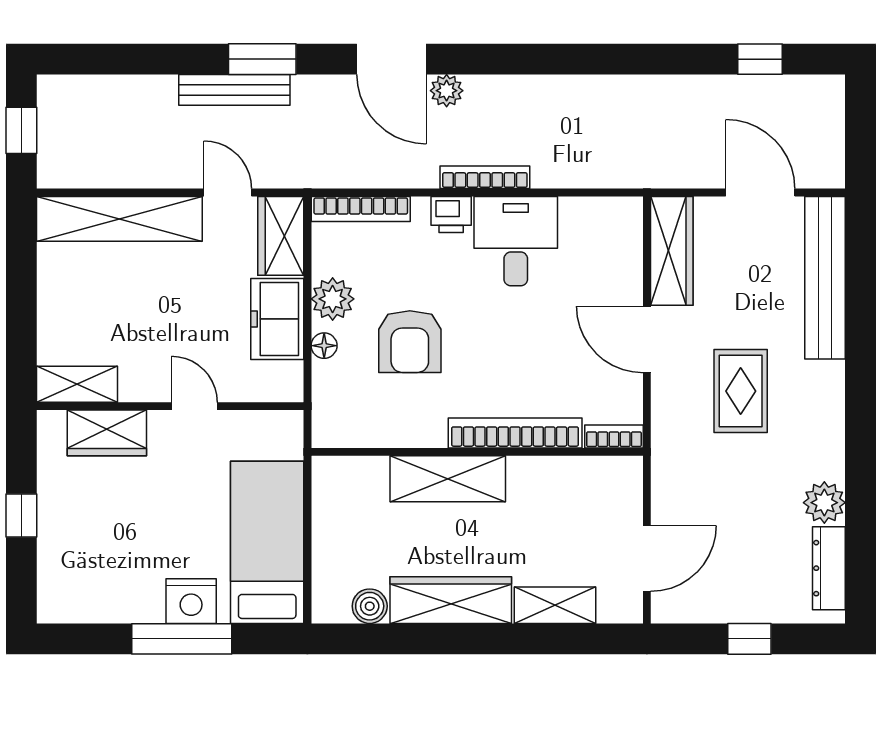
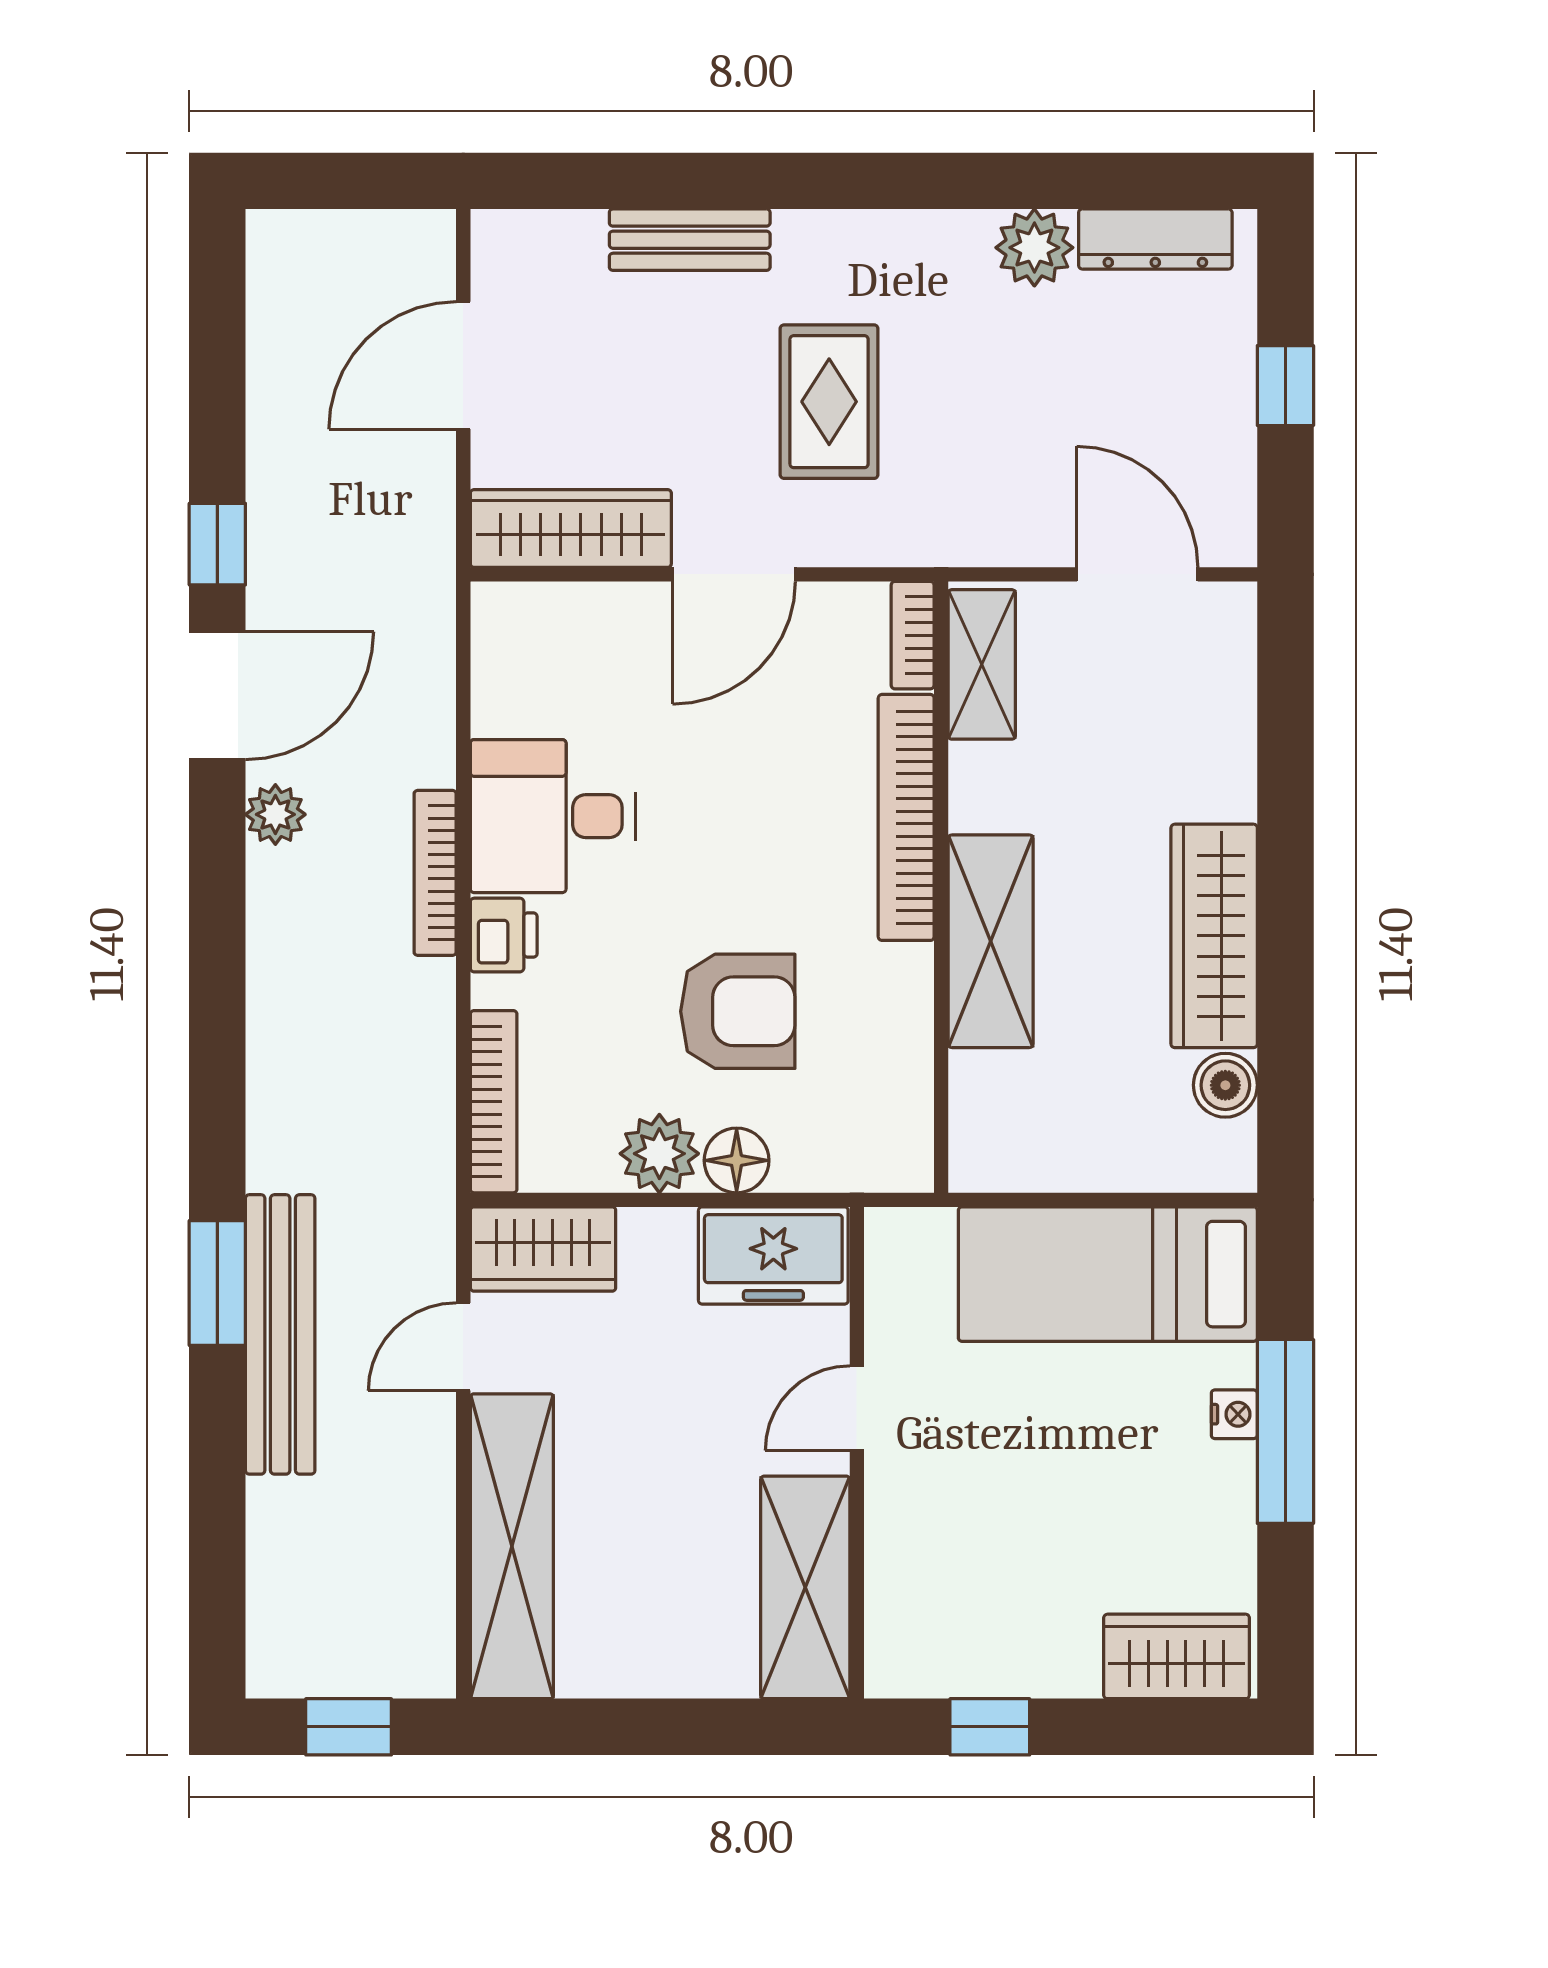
door: (391, 59) -> (217, 696), moved
window: (760, 59) -> (217, 544), moved
bench: (234, 90) -> (280, 1334), width x1.37, depth x1.21
plant: (447, 91) -> (275, 814), moved
bench: (825, 278) -> (690, 240), width x0.54, depth x0.82
freezer: (277, 319) -> (773, 1255), moved
floor lamp: (324, 346) -> (737, 1160), width x1.37, depth x1.37
shelving: (77, 384) -> (805, 1587), width x1.50, depth x1.33
rug: (741, 391) -> (829, 402), turned 90
wardrobe: (107, 433) -> (1177, 1656), moved, turned -90
window: (21, 515) -> (990, 1727), moved
nightstand: (191, 601) -> (1234, 1414), width x0.53, depth x0.56
shelving: (555, 605) -> (982, 664), moved

